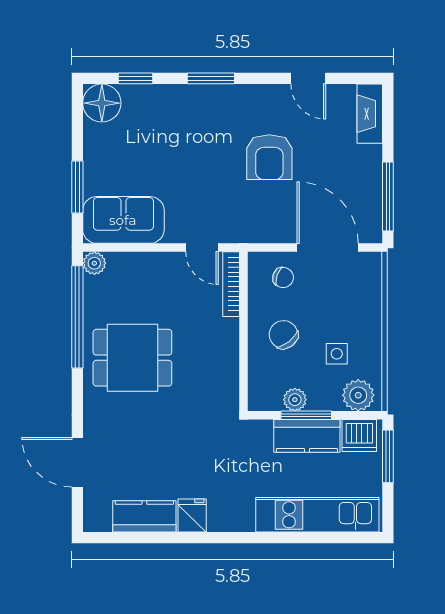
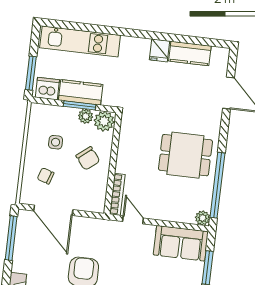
chair: (283, 277) -> (46, 176), moved
plant: (358, 395) -> (104, 121), moved

